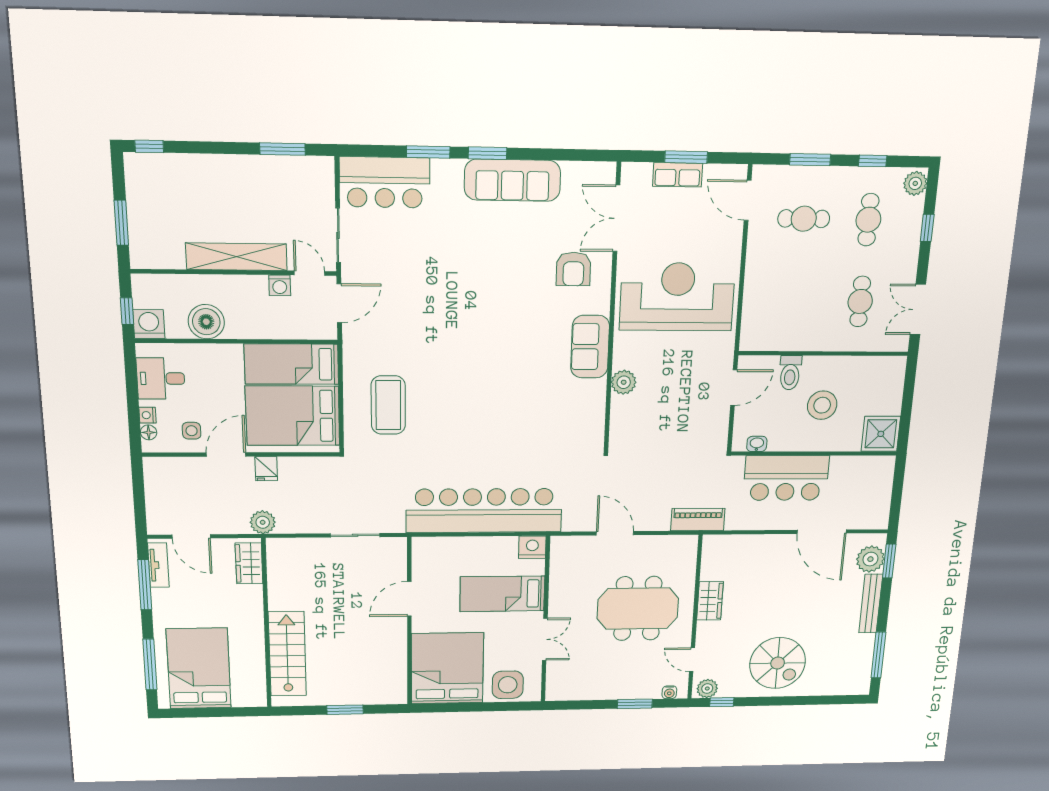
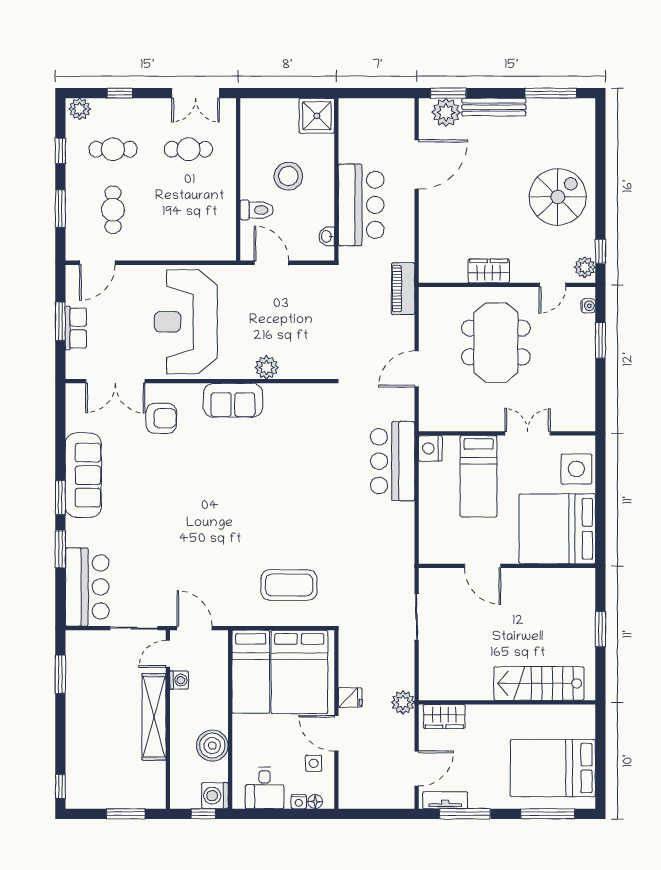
bar counter: (484, 511) -> (393, 461), width x0.54

